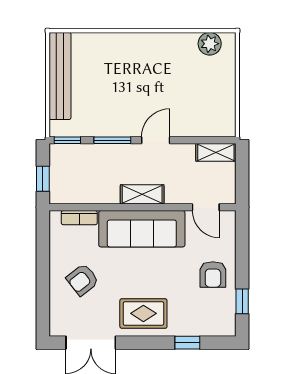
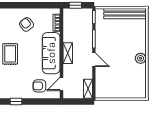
plant: (210, 44) -> (141, 58), moved
armchair: (213, 274) -> (39, 86), moved

